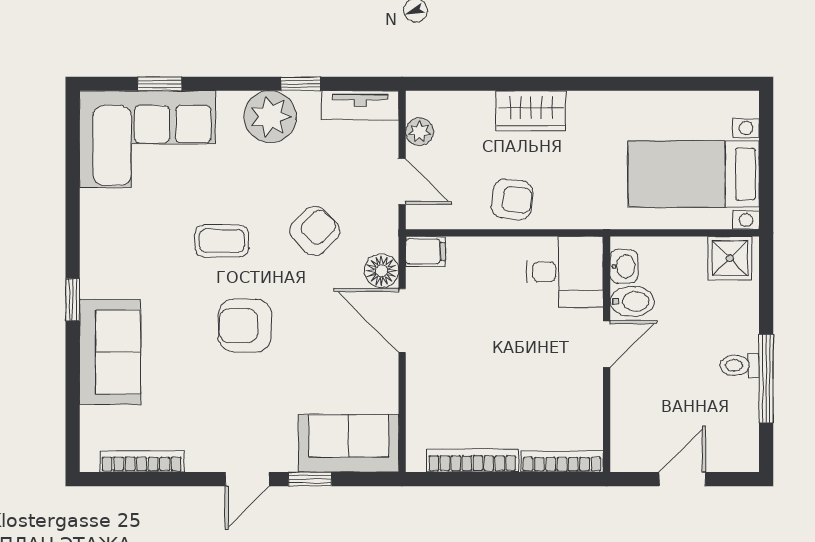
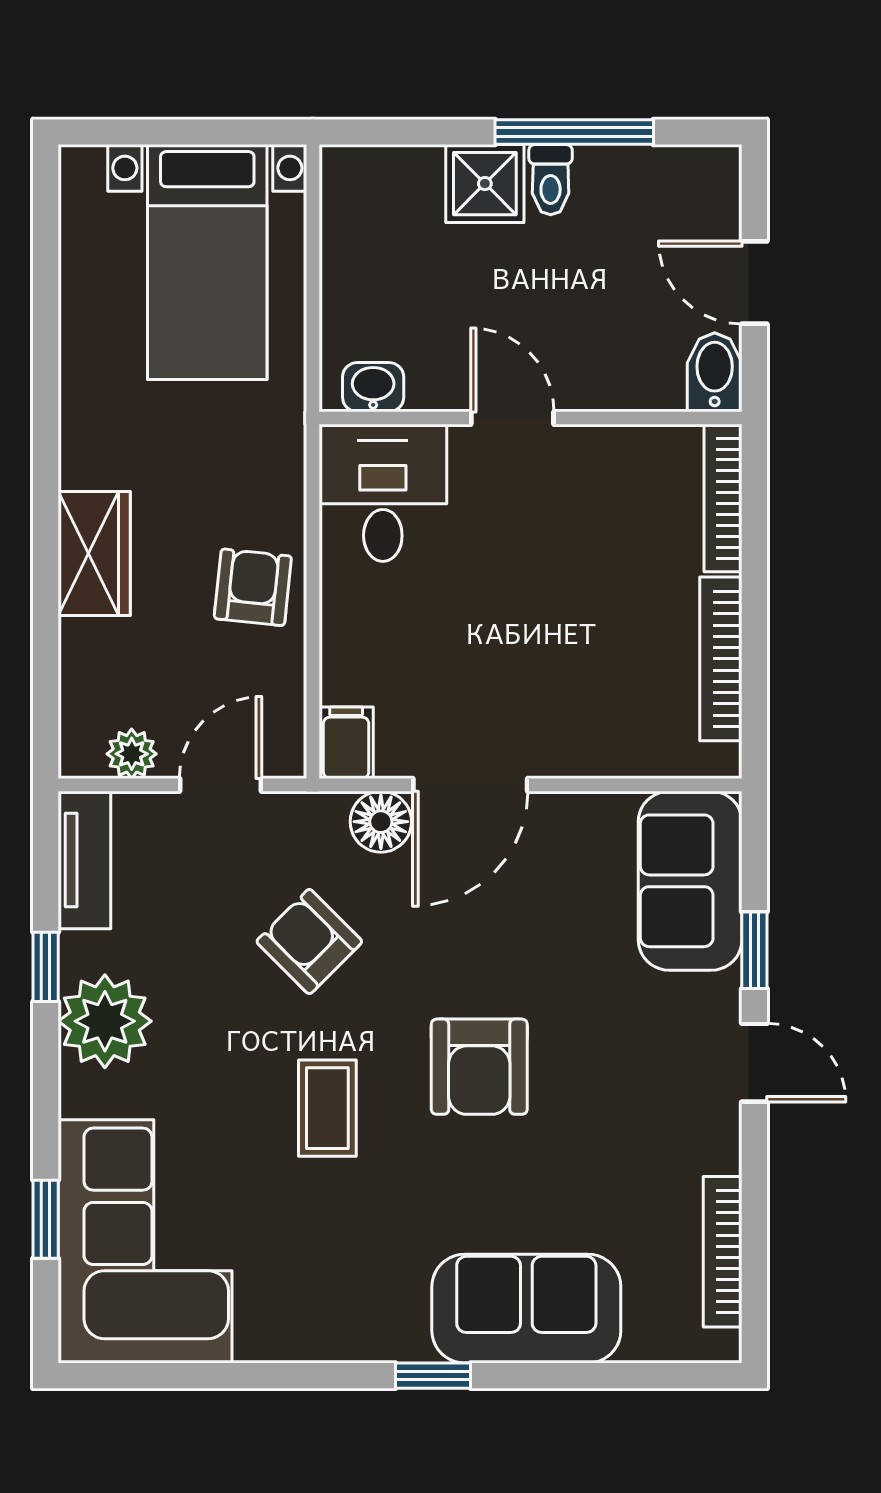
shower: (730, 258) -> (485, 184), moved
bidet: (632, 301) -> (715, 372), moved

